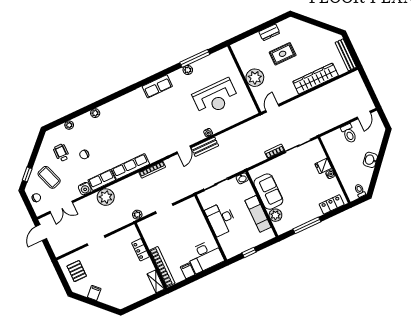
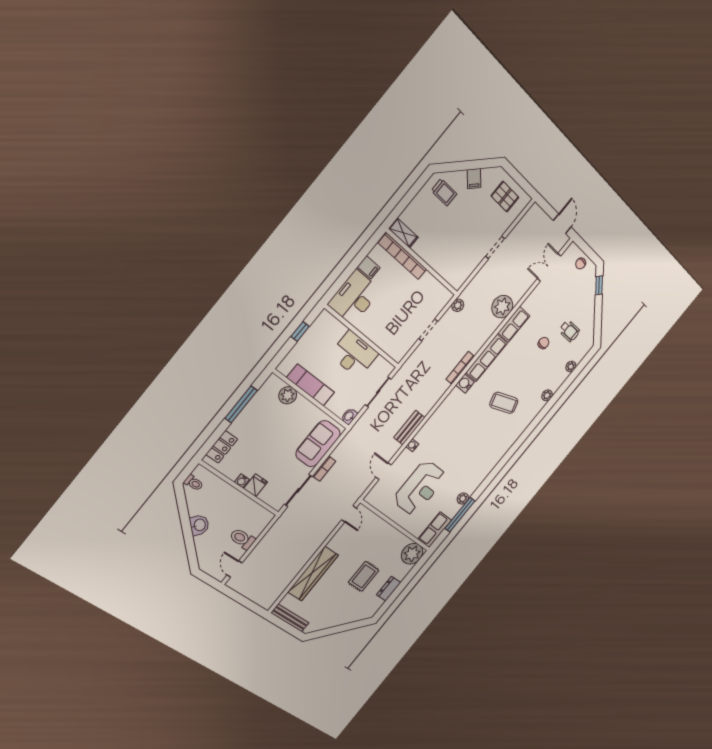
plant: (255, 78) -> (412, 554), moved
row of seats: (157, 86) -> (435, 530), moved
reception desk: (215, 97) -> (420, 488), turned 180
door: (184, 150) -> (384, 471), moved
coffee table: (49, 177) -> (504, 403), moved
water cooler: (85, 189) -> (465, 384), moved
sofa: (268, 192) -> (318, 444), moved, turned 90
locker: (141, 250) -> (438, 264), removed
trolley: (118, 294) -> (444, 192), added

